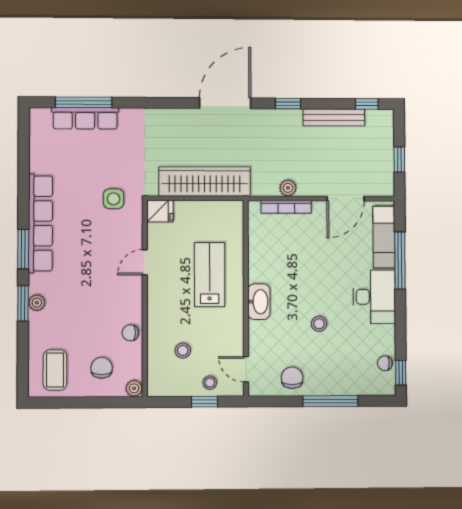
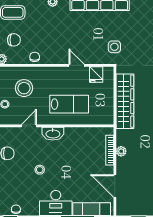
fridge: (160, 211) -> (96, 75), moved
stool: (183, 350) -> (24, 88), width x1.89, depth x1.89
door: (246, 369) -> (29, 126), moved

